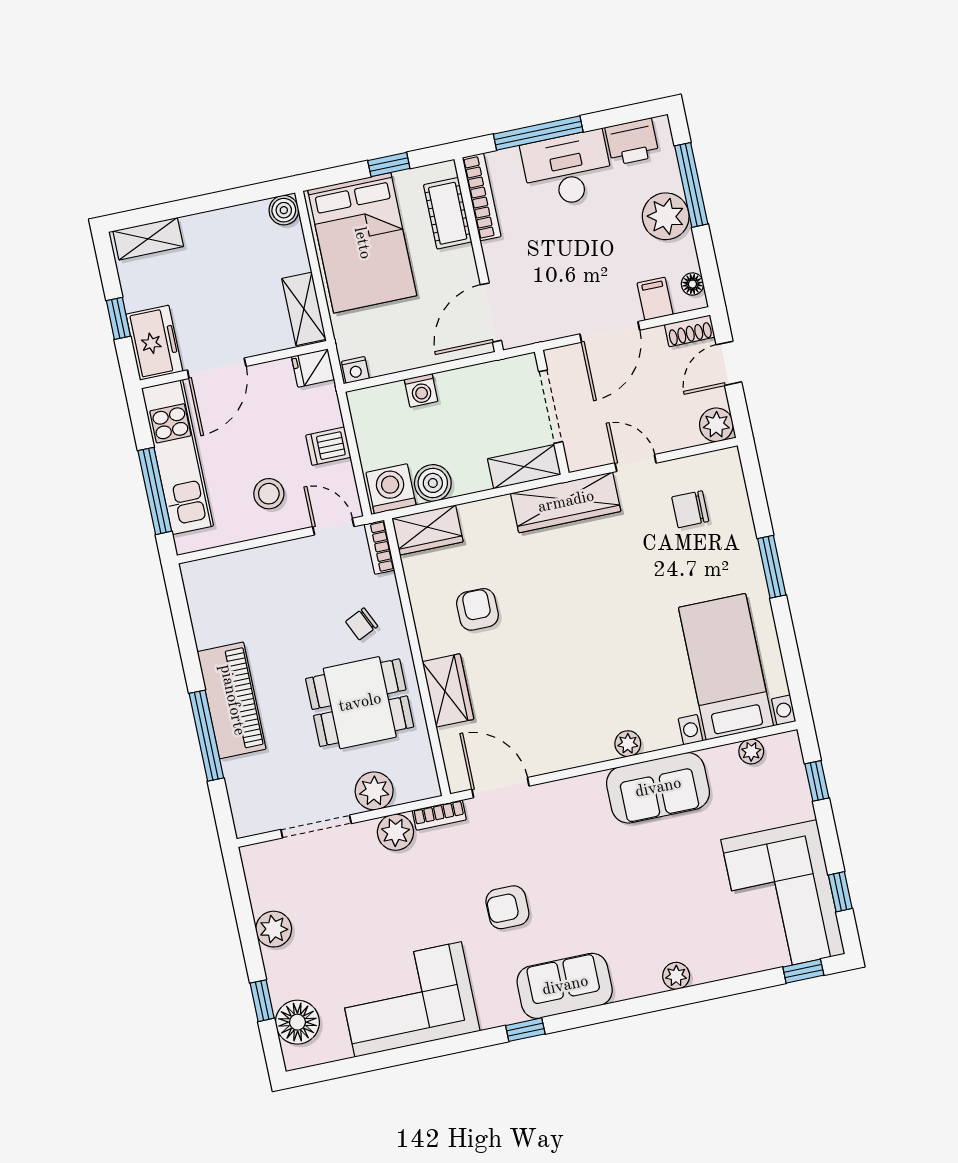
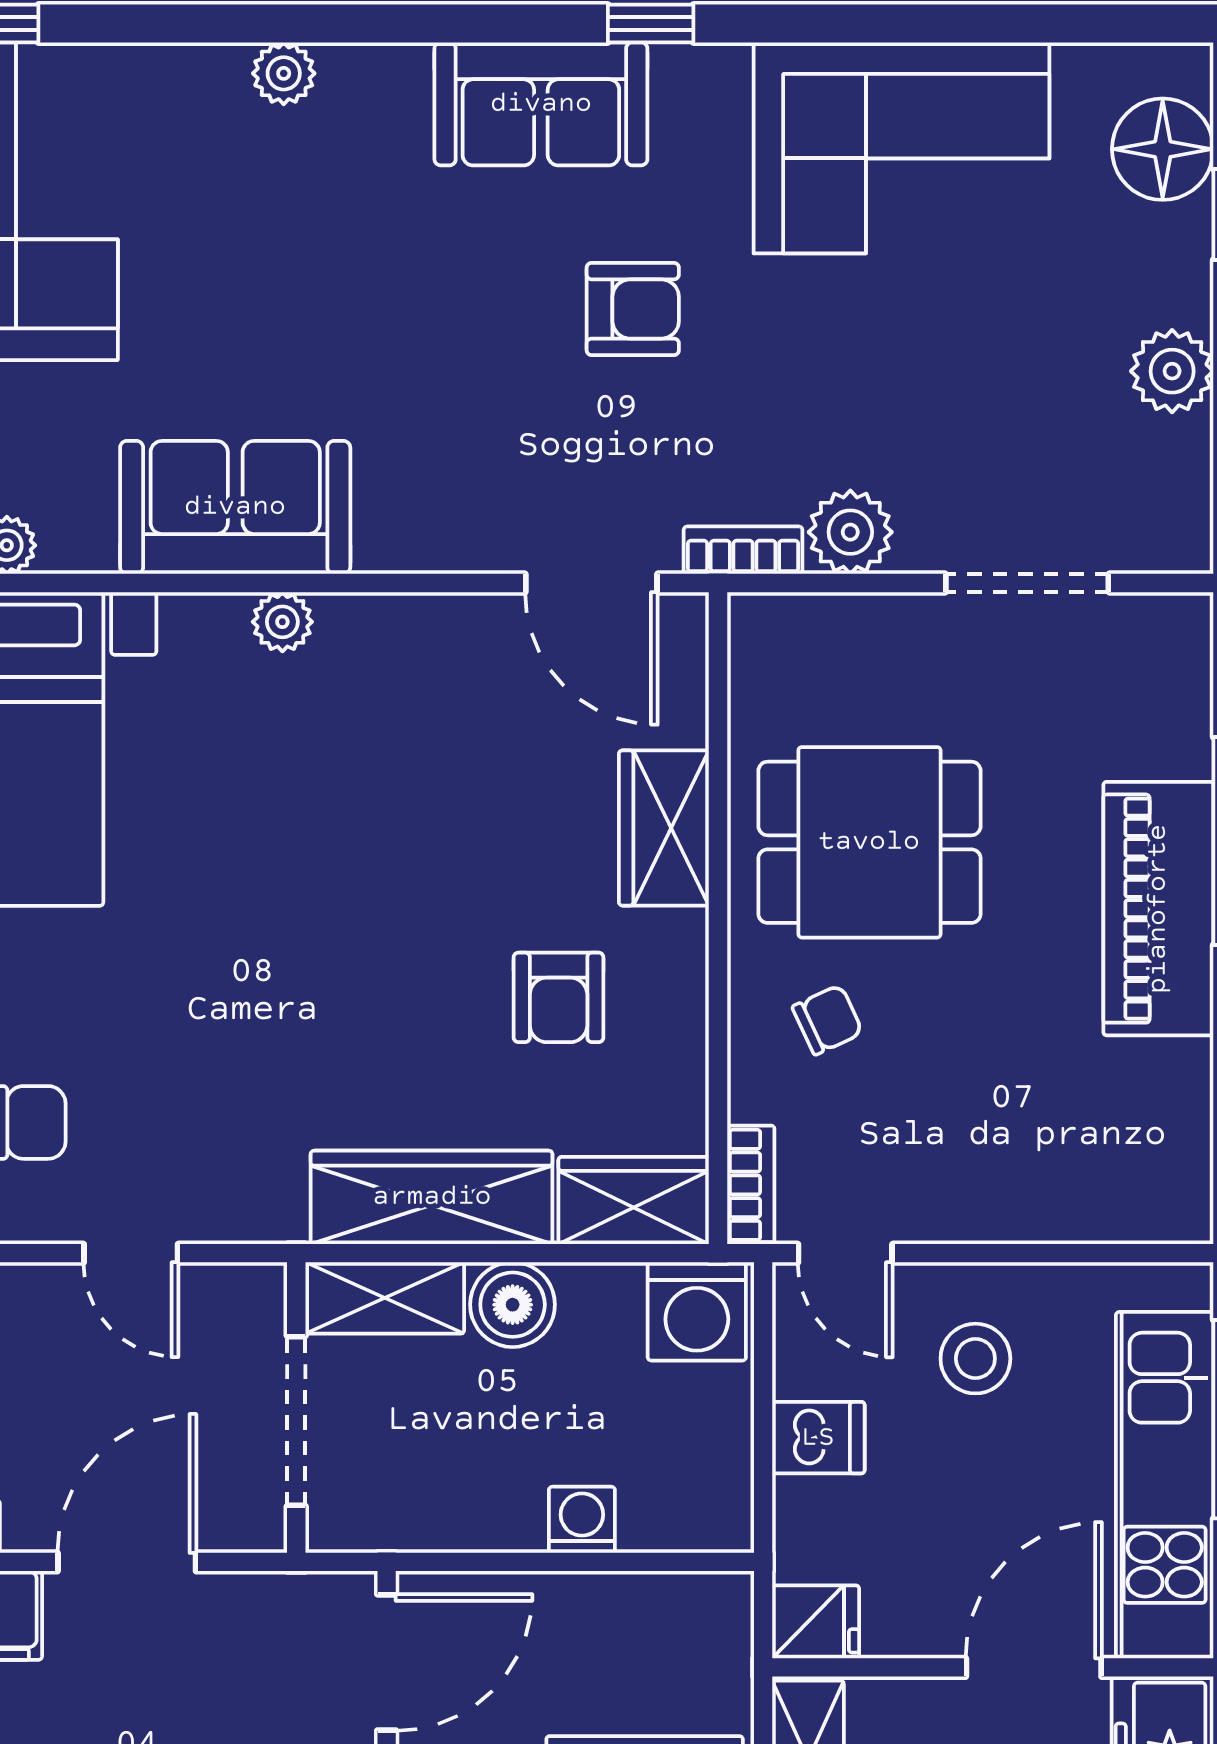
nightstand: (355, 370) -> (721, 1597), removed
boiler: (433, 483) -> (513, 1305), moved
wardrobe: (566, 502) -> (432, 1197), moved
plant: (374, 791) -> (879, 636), removed

